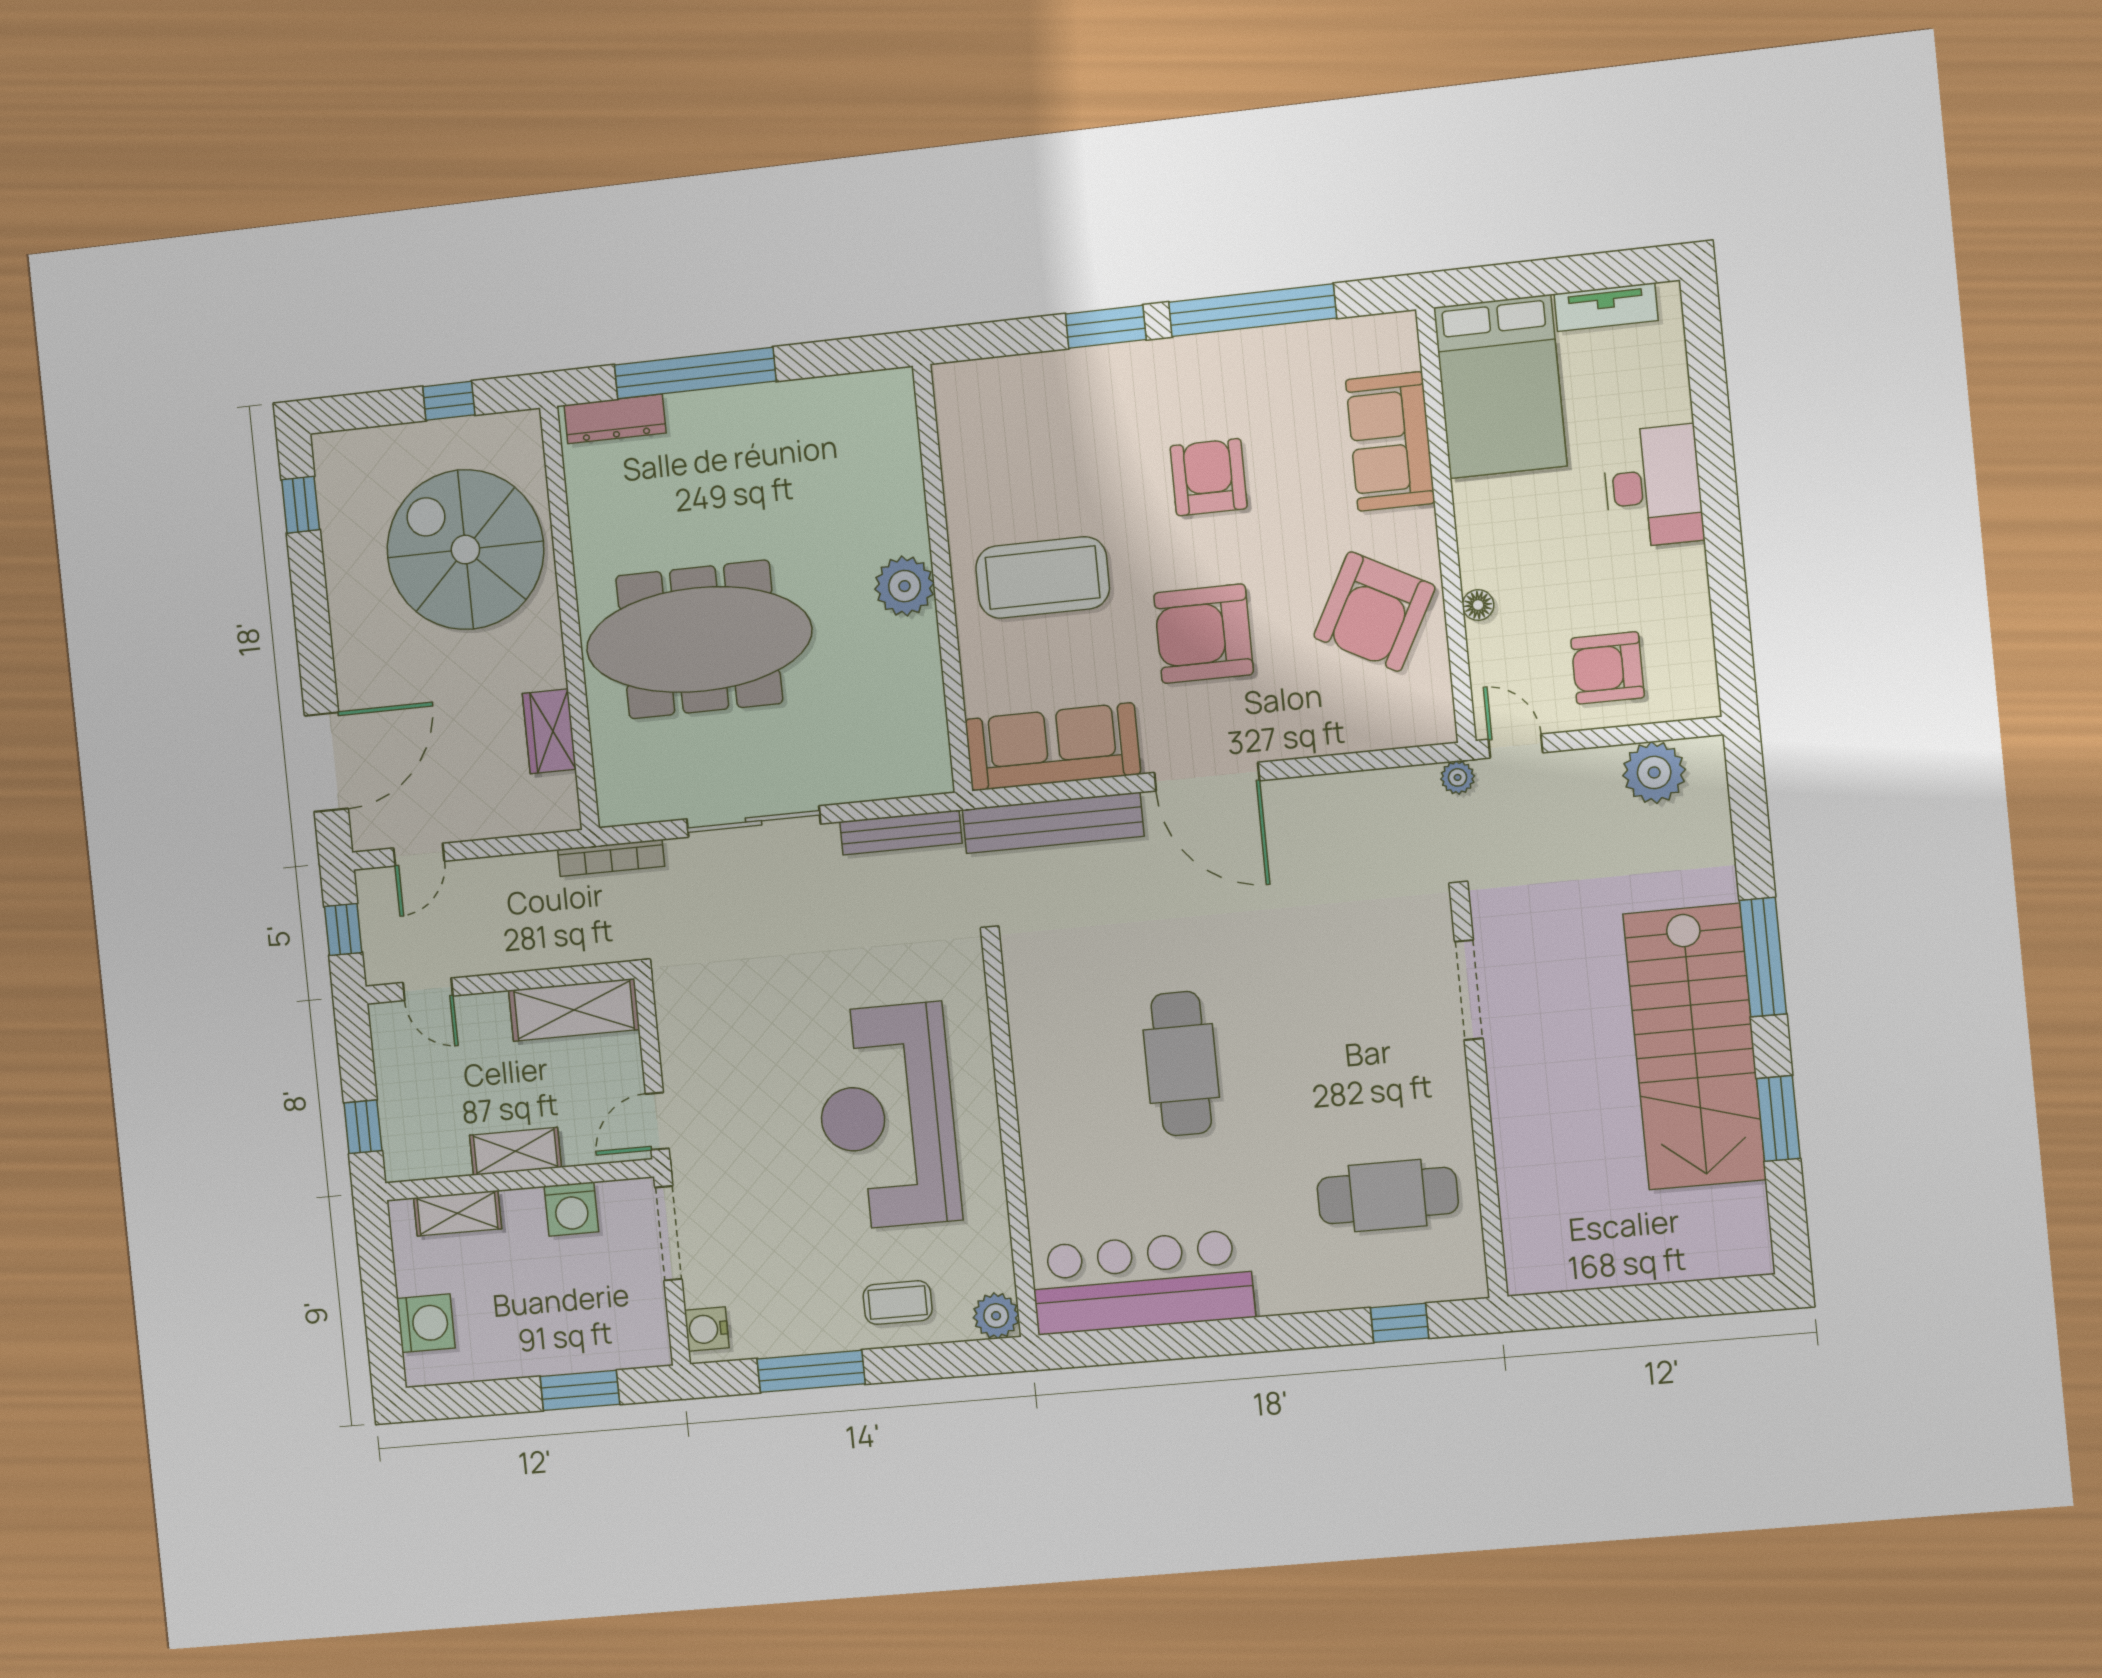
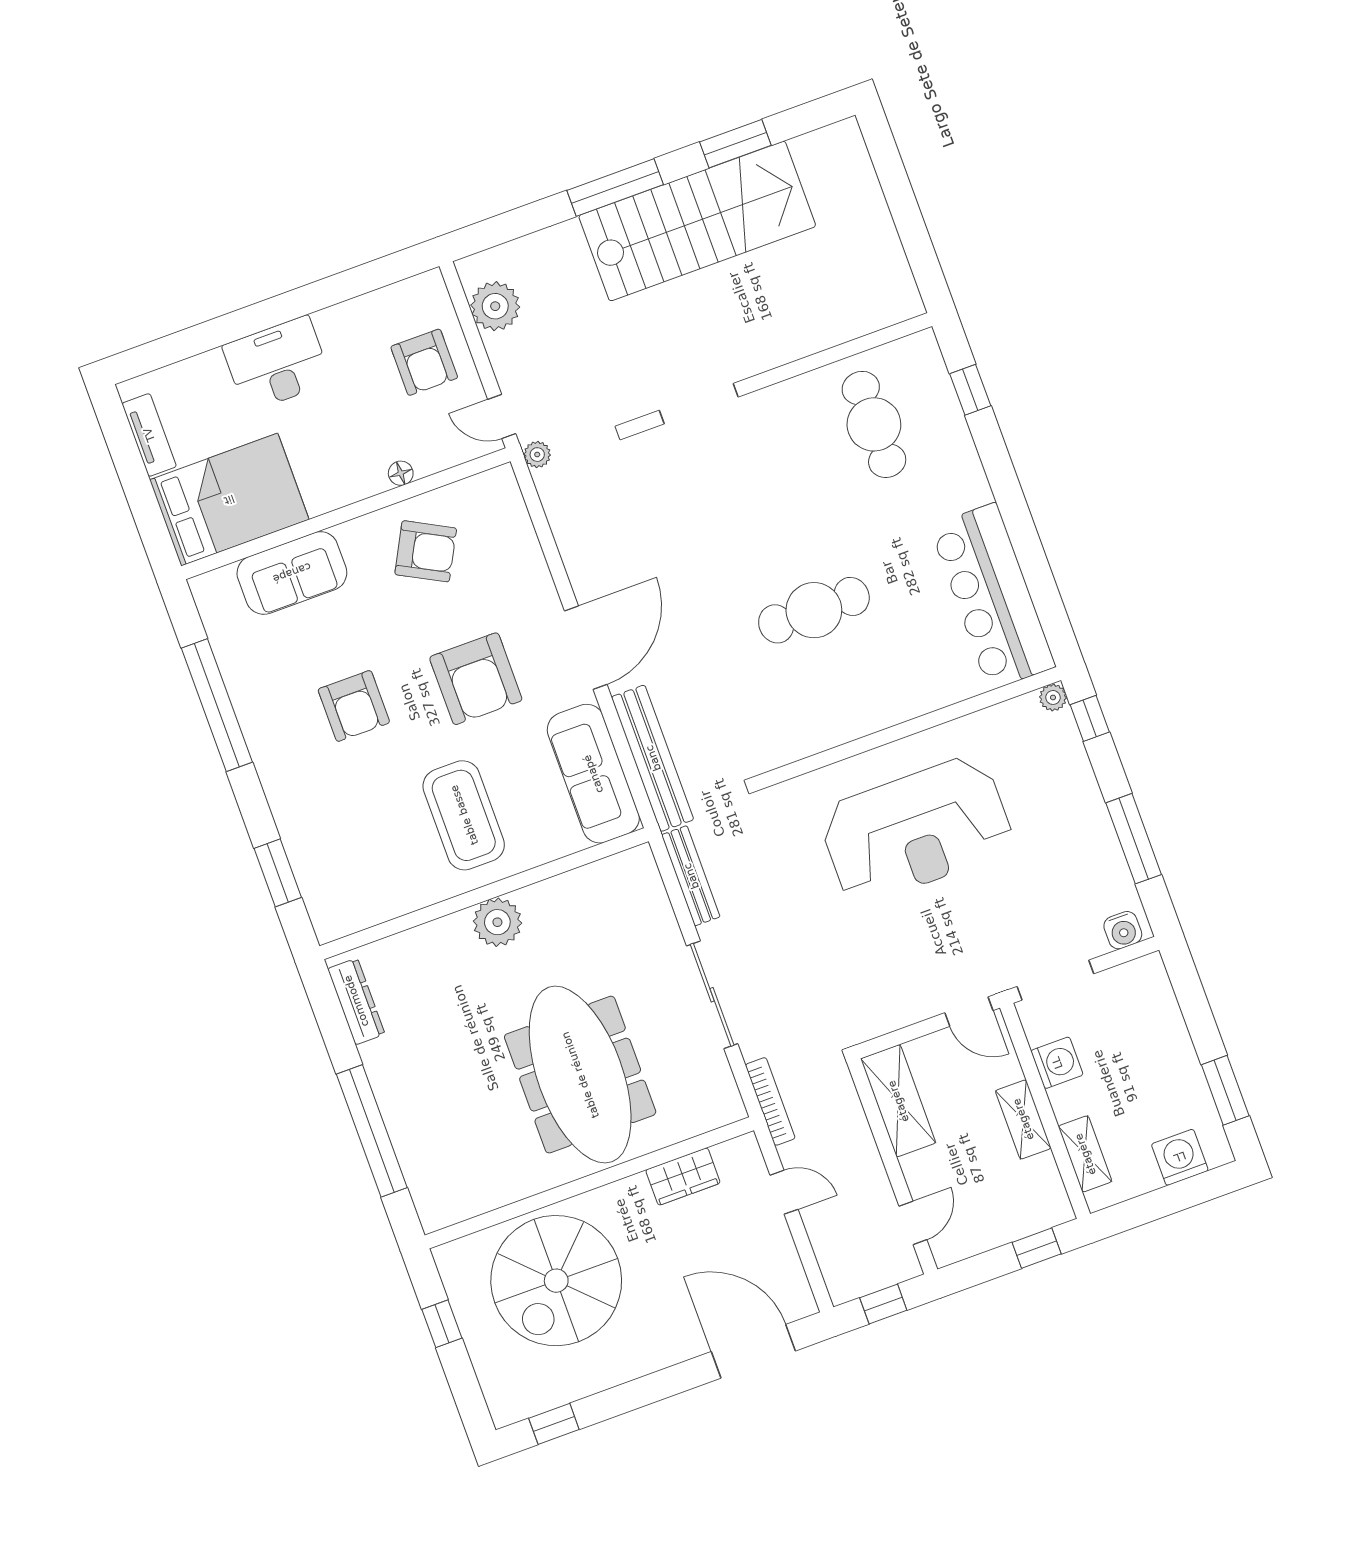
window: (1106, 327) -> (278, 873), moved
dresser: (615, 419) -> (356, 1001), moved
armchair: (1209, 477) -> (354, 706), turned -90
armchair: (1374, 612) -> (426, 551), width x0.73, depth x0.73
door: (1516, 746) -> (502, 417), hinge flipped
door: (419, 855) -> (784, 1192), moved
coffee table: (898, 1303) -> (1061, 784), removed
plant: (996, 1316) -> (1053, 697), width x0.73, depth x0.73
window: (967, 1359) -> (1090, 718), added
window: (580, 1390) -> (1225, 1090), moved

